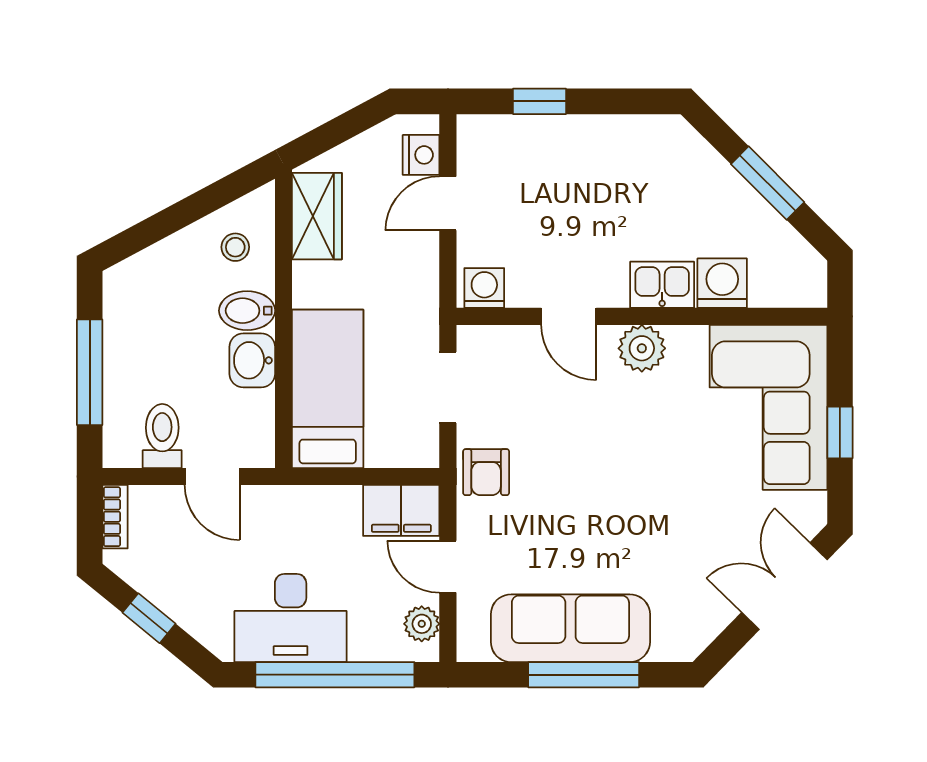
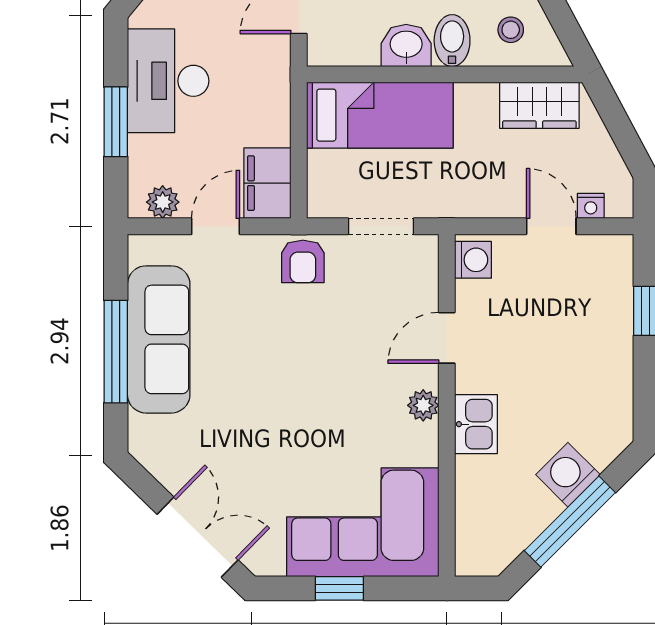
nightstand: (421, 155) -> (591, 206), width x0.72, depth x0.74
window: (768, 183) -> (570, 522), width x1.44
washing machine: (722, 283) -> (568, 475), moved, turned -135
plant: (642, 348) -> (423, 405), width x0.73, depth x0.73
armchair: (486, 472) -> (303, 261), turned -90
window: (335, 675) -> (116, 122), width x0.47

